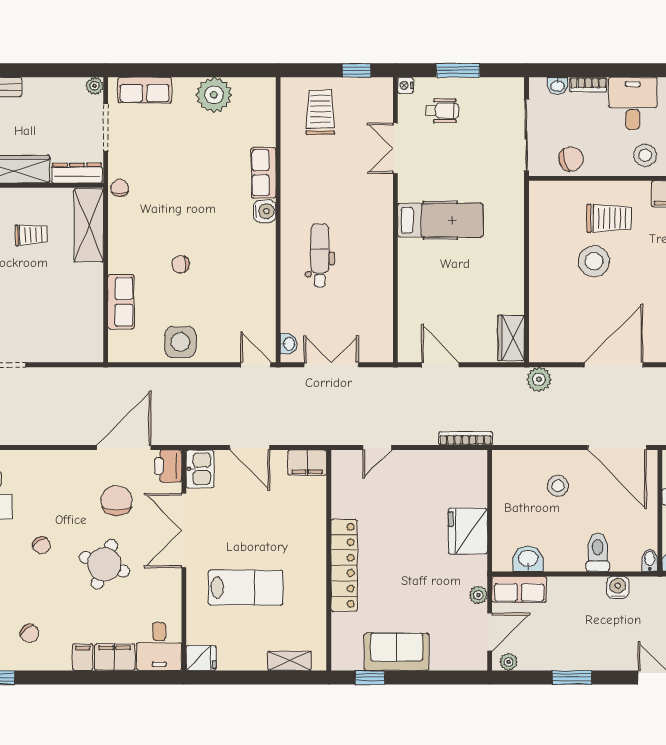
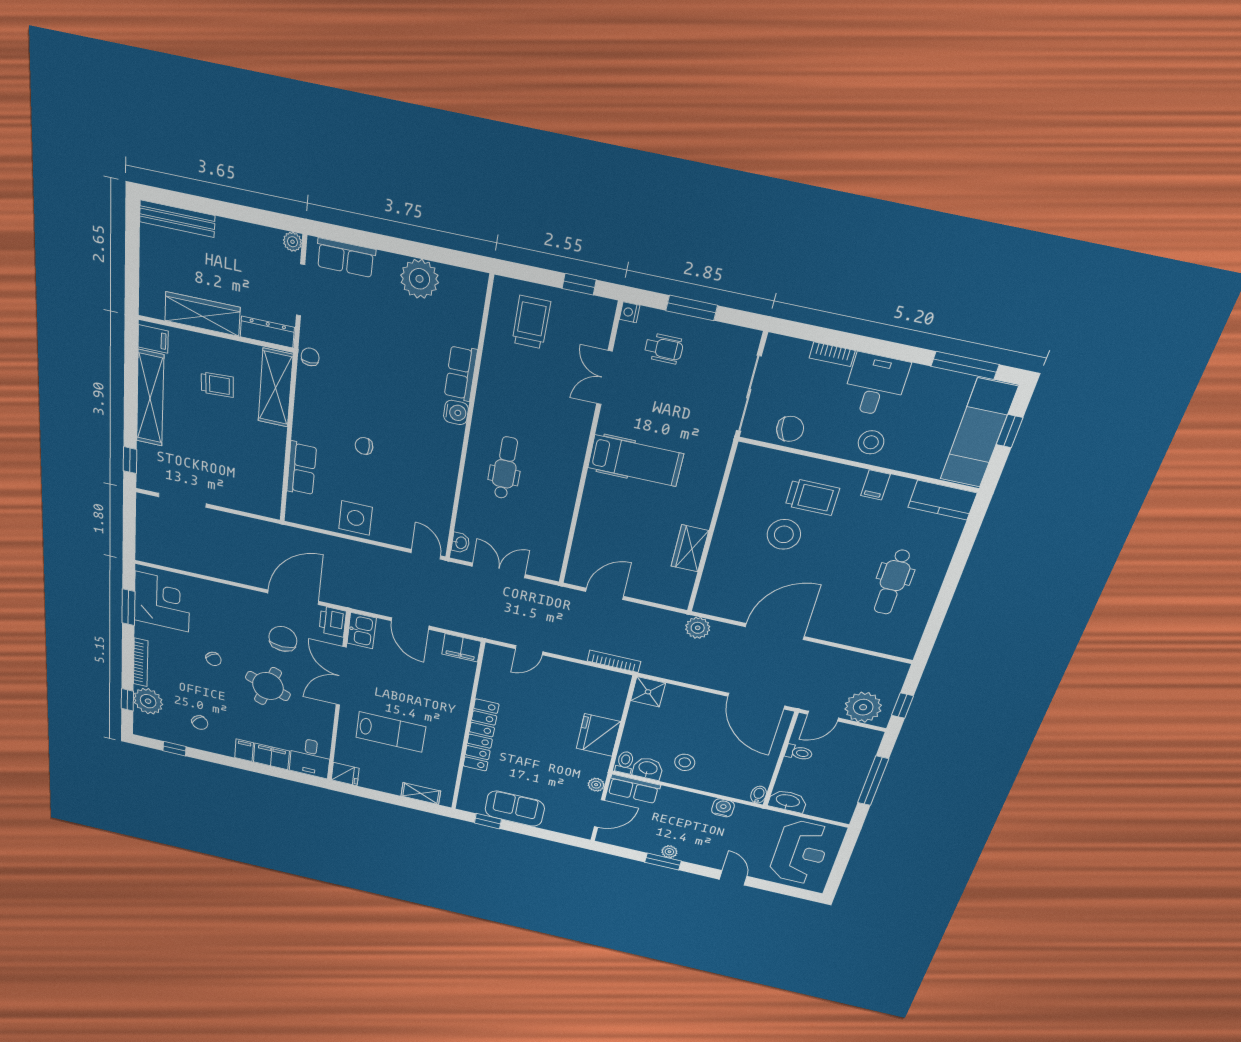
washbasin: (557, 86) -> (798, 348), removed
wardrobe: (511, 338) -> (690, 548), moved
door: (440, 365) -> (605, 594), hinge flipped
shower: (507, 465) -> (648, 692), added
stool: (558, 486) -> (685, 762), moved
toilet: (598, 552) -> (625, 762), moved, width x0.73, depth x0.72
plant: (509, 662) -> (669, 852), moved

